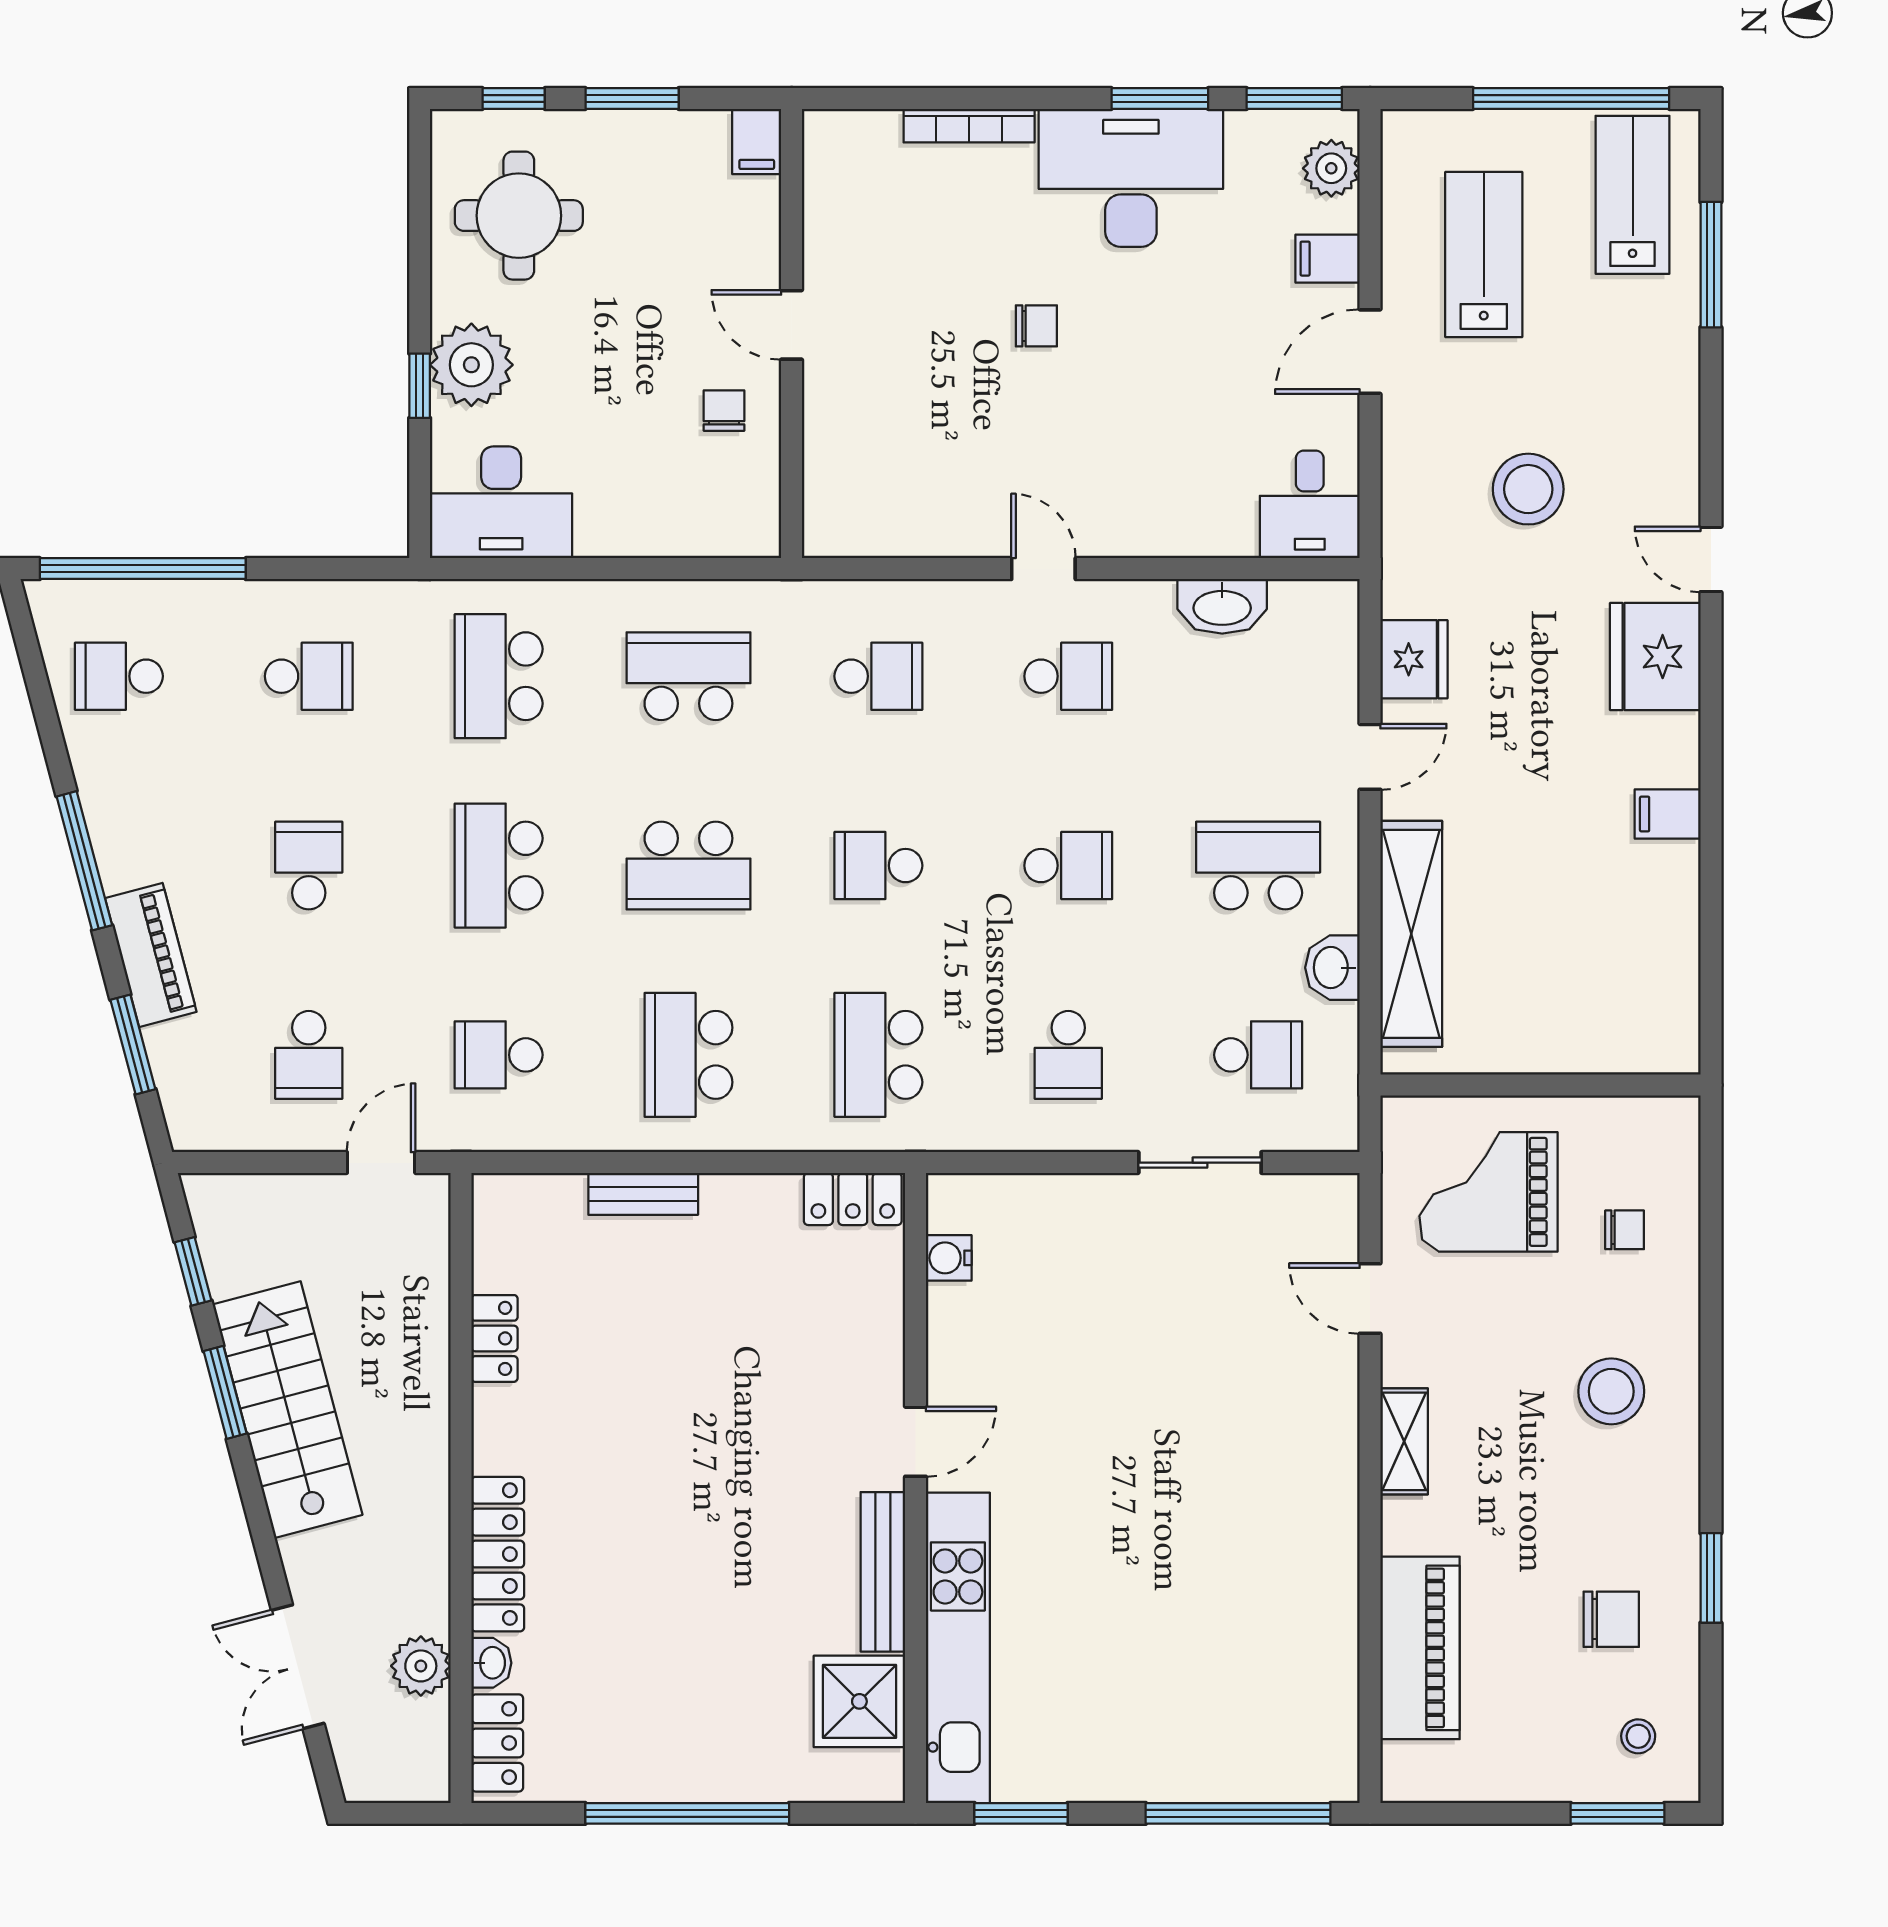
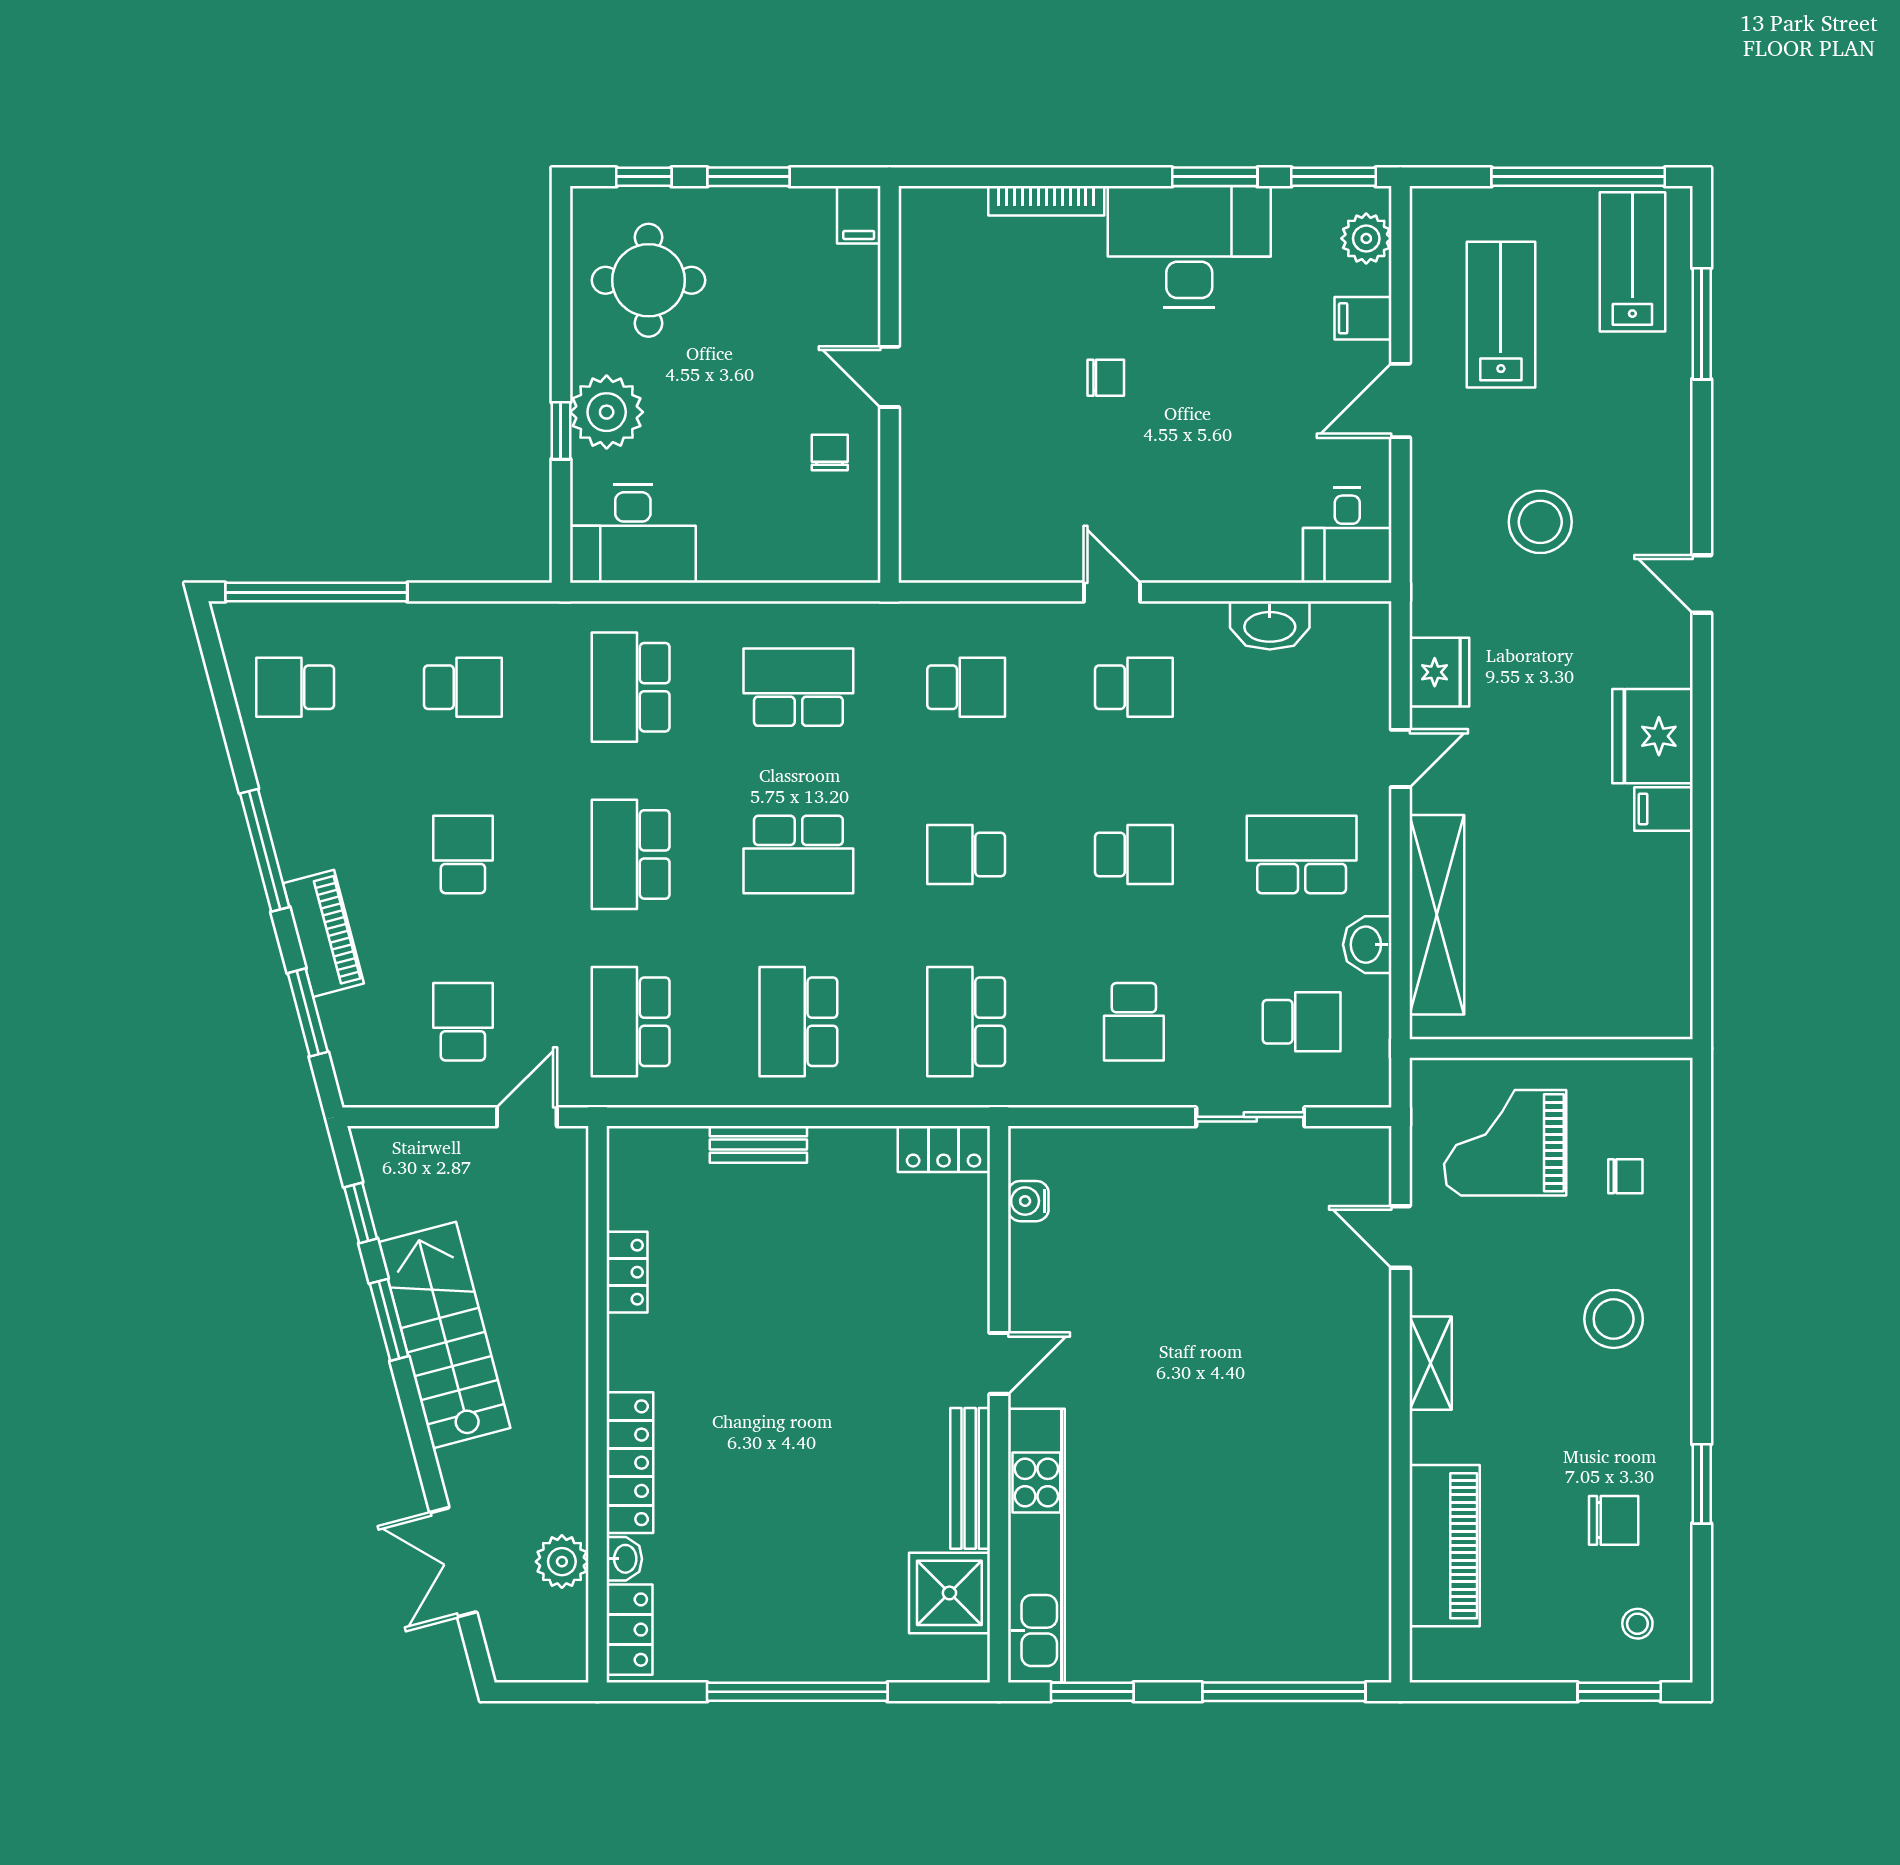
fridge: (1655, 657) -> (1652, 736), moved
school desk: (309, 1055) -> (463, 1022), turned 180
school desk: (499, 1055) -> (631, 1022), width x1.85

